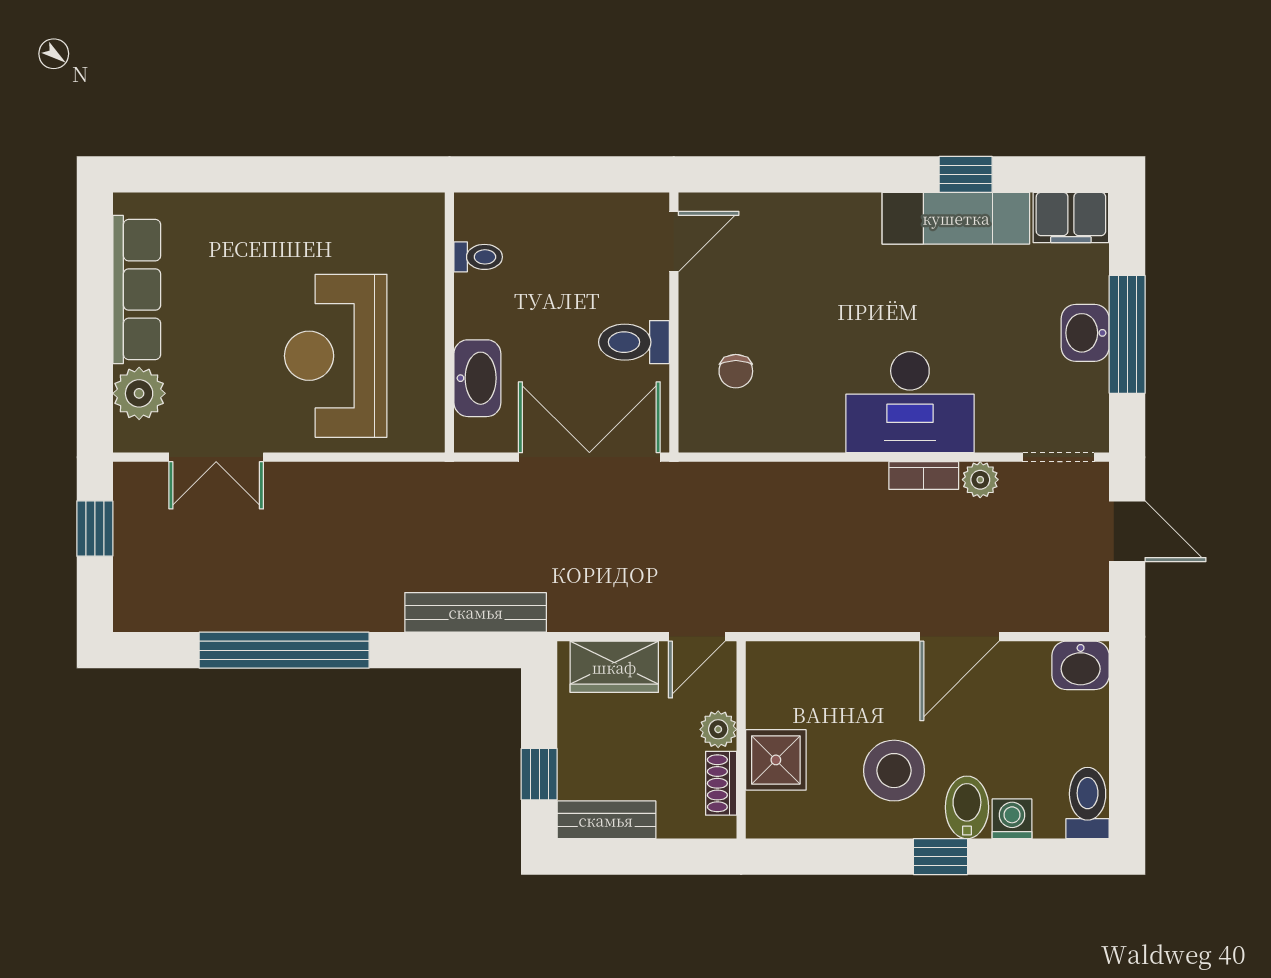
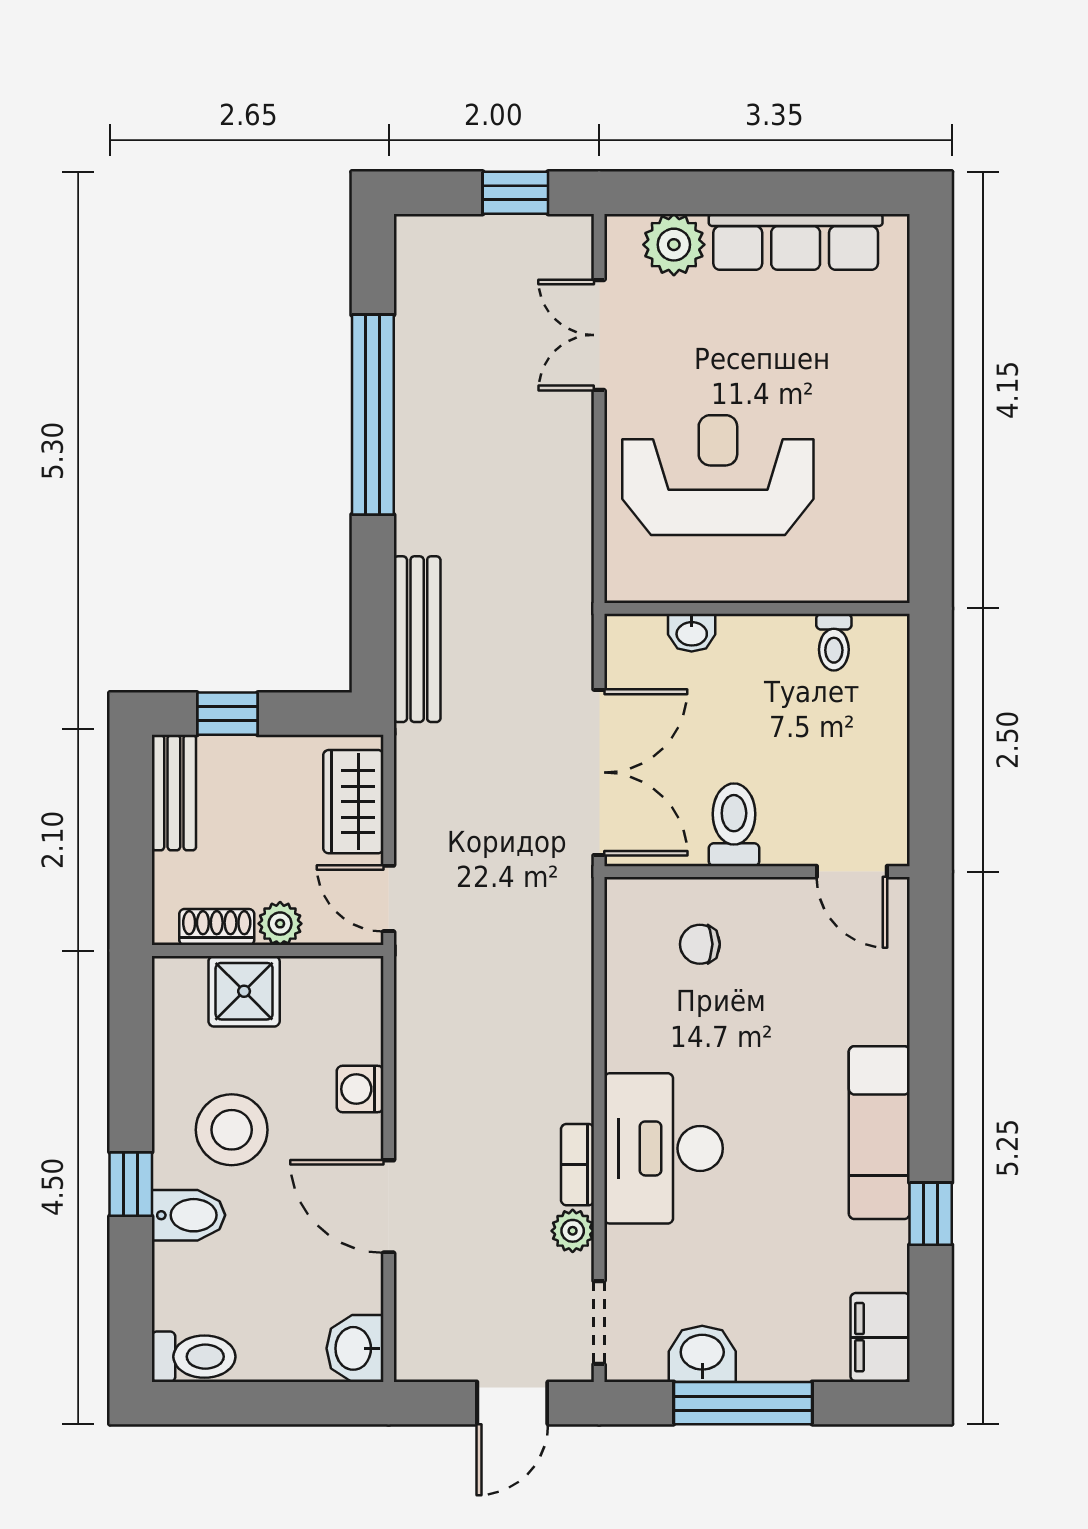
exam couch: (956, 218) -> (879, 1133), moved
washbasin: (1085, 333) -> (702, 1354), moved
washbasin: (477, 378) -> (692, 633), width x0.52, depth x0.69
washing machine: (1012, 819) -> (360, 1089), moved, turned 180

